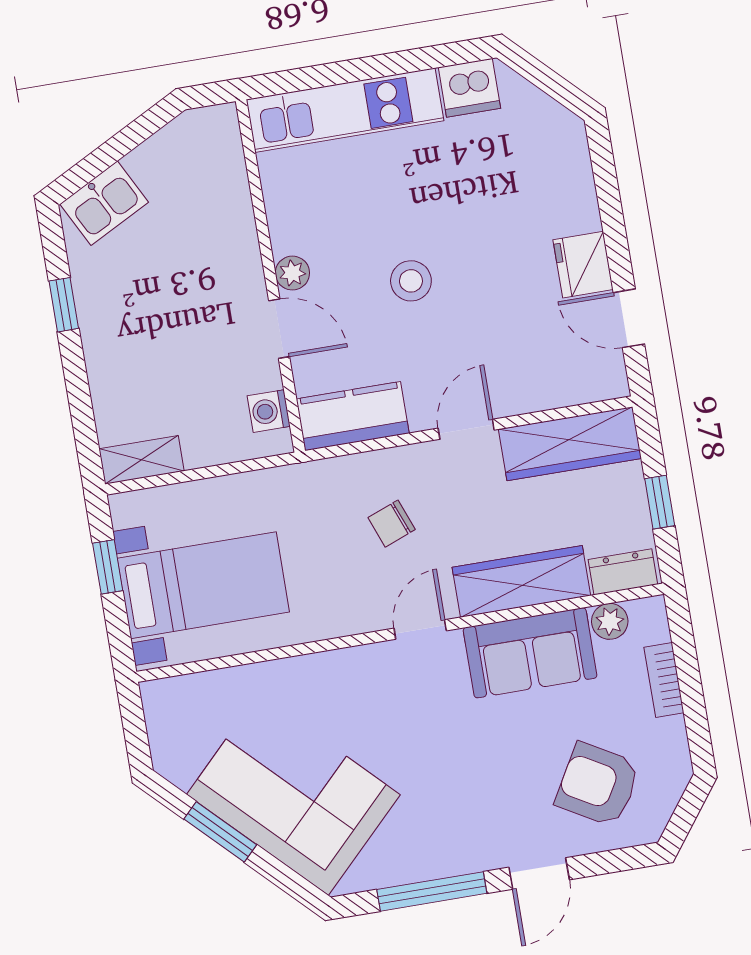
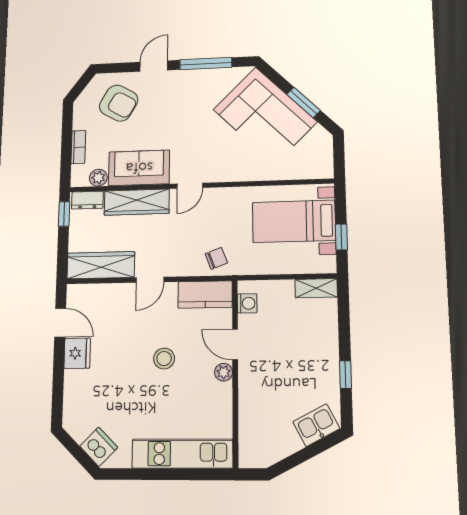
dishwasher: (469, 88) -> (99, 447), moved, turned 45
window: (660, 502) -> (64, 214), moved
chair: (392, 524) -> (216, 258), moved

